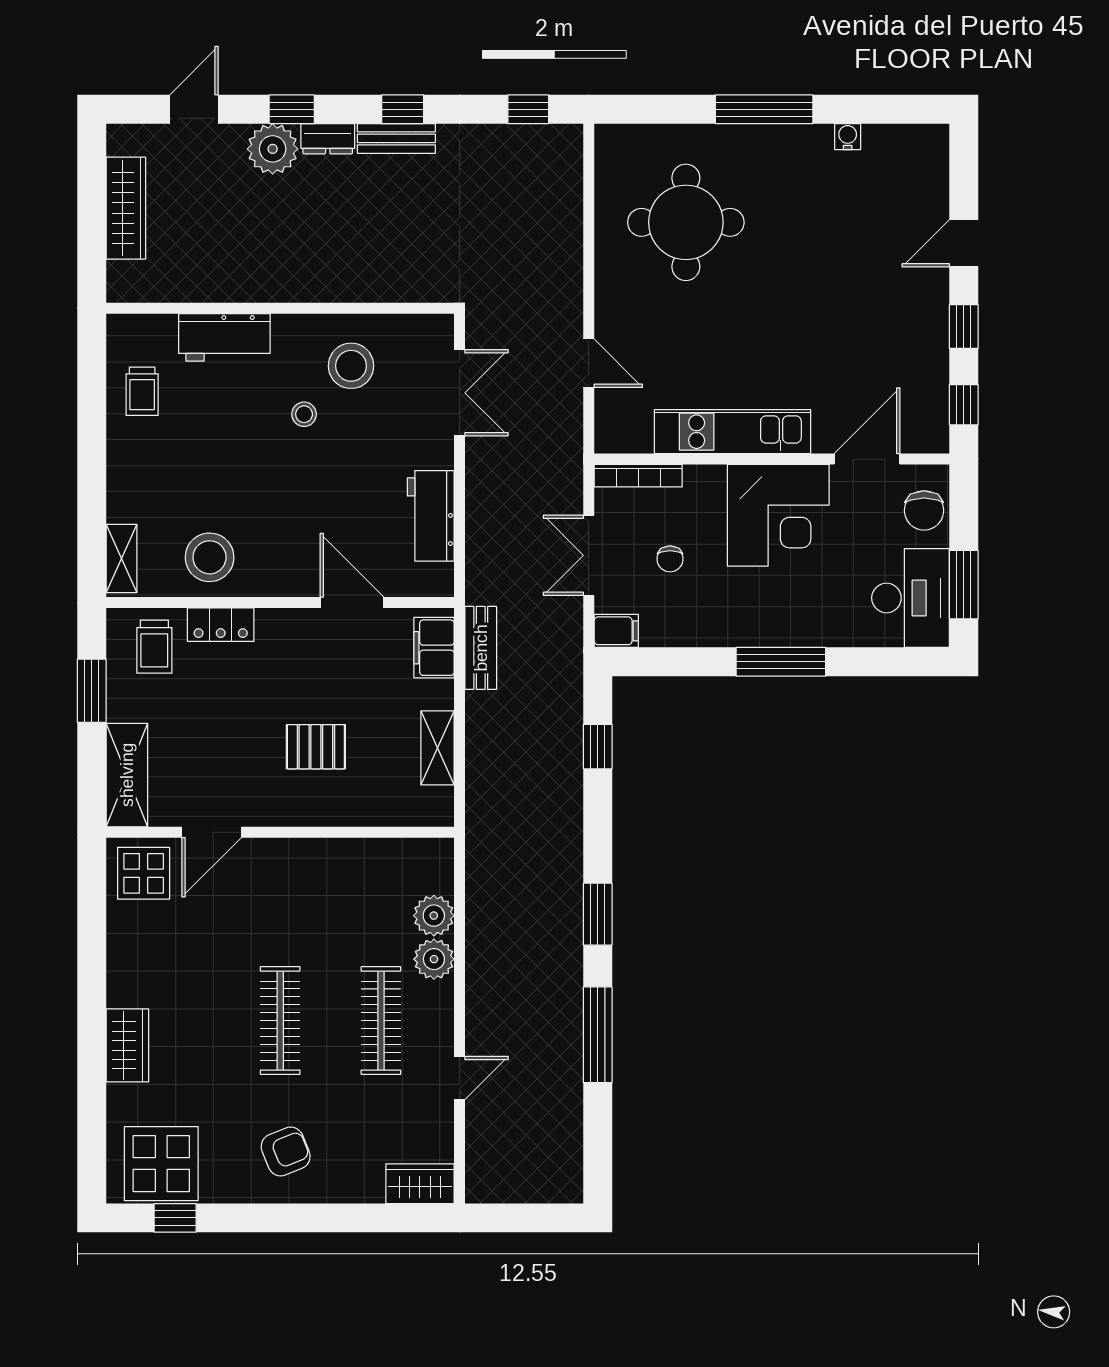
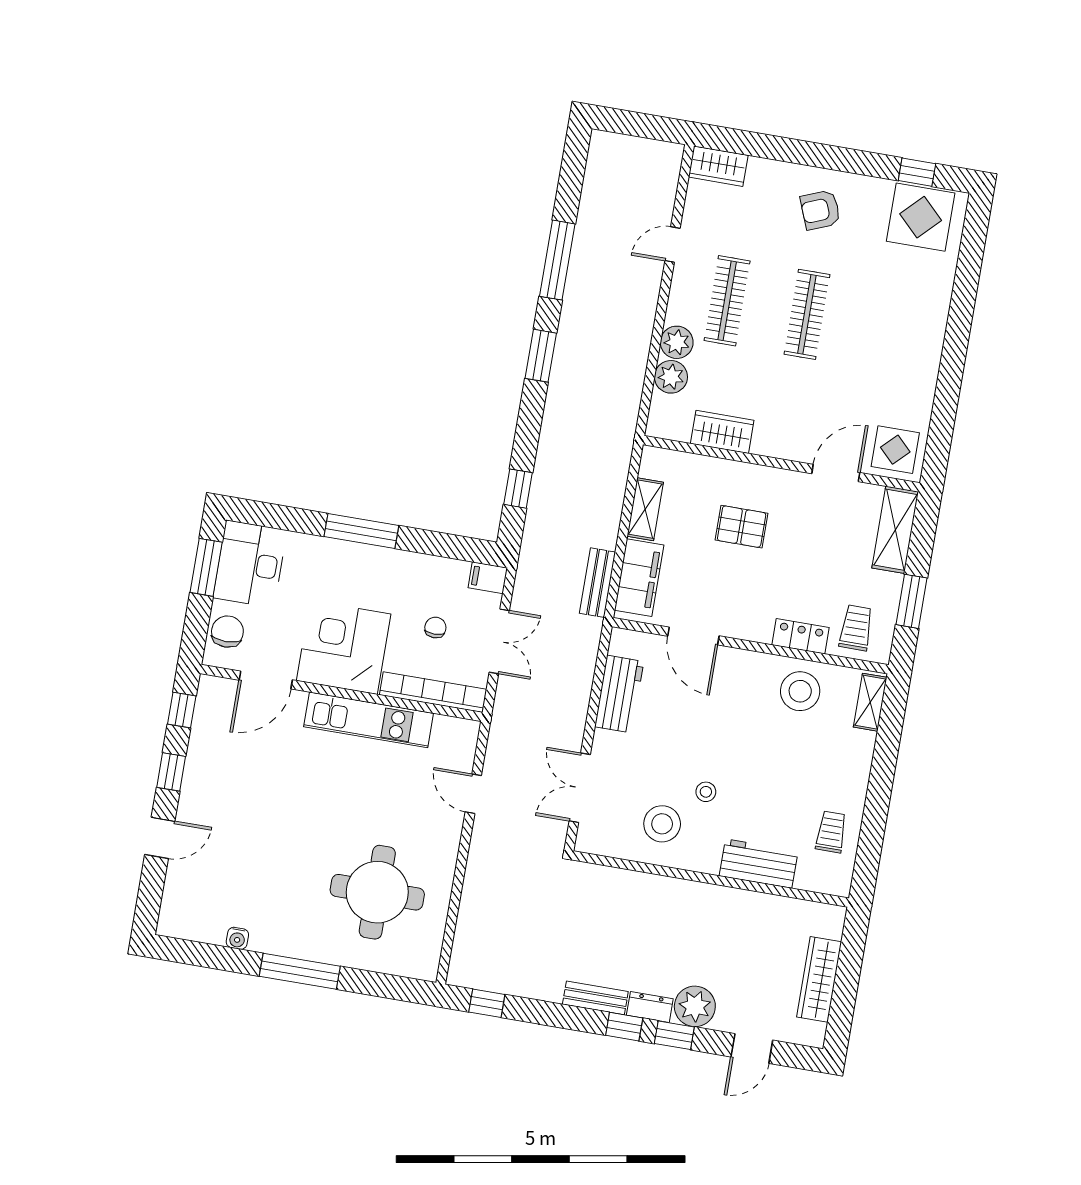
window: (403, 109) -> (624, 1027), moved
bookcase: (638, 476) -> (433, 692), width x1.48, depth x1.31
filing cabinet: (434, 648) -> (639, 578), width x1.50, depth x1.17
wardrobe: (127, 1045) -> (722, 432), moved, turned 90

